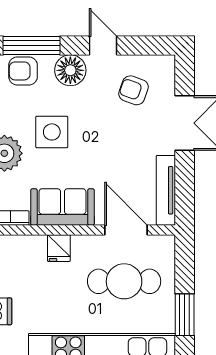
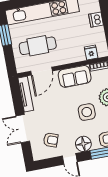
door: (126, 230) -> (41, 71), hinge flipped
fridge: (59, 248) -> (91, 53), moved

